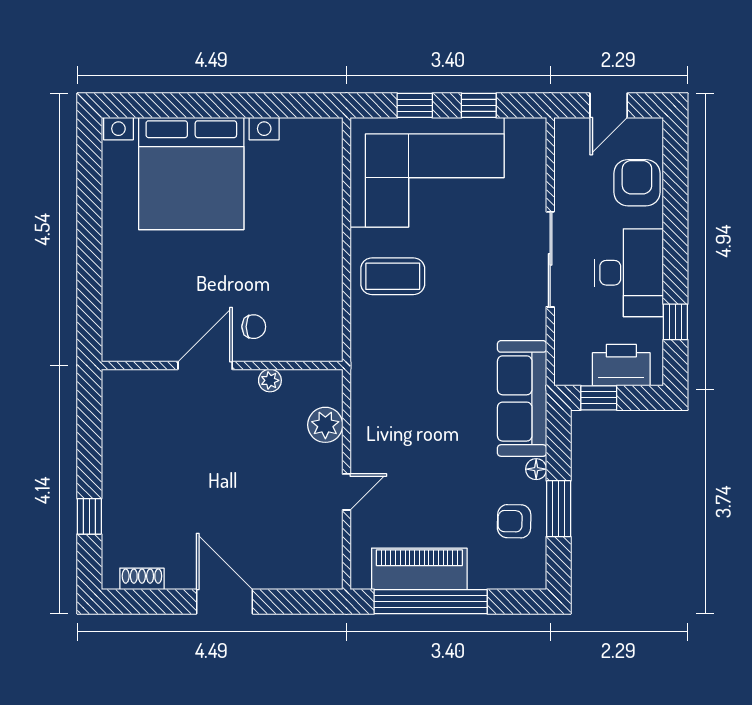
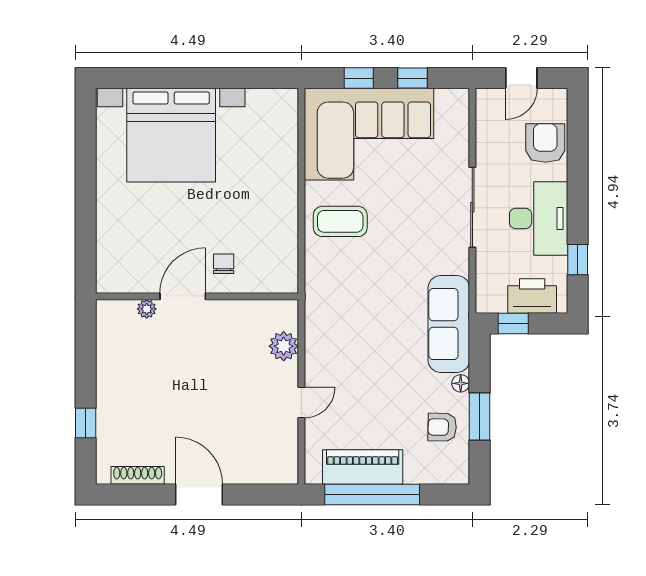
chair: (254, 327) -> (224, 264), turned -90
plant: (270, 380) -> (147, 309), moved
shoe rack: (142, 579) -> (138, 475), width x1.43

